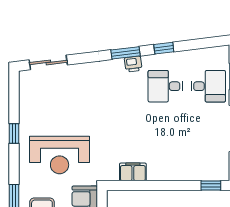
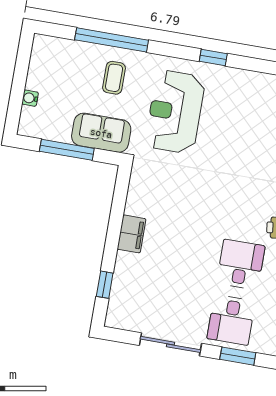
filing cabinet: (133, 172) -> (132, 234), moved
window: (211, 185) -> (105, 285), moved

